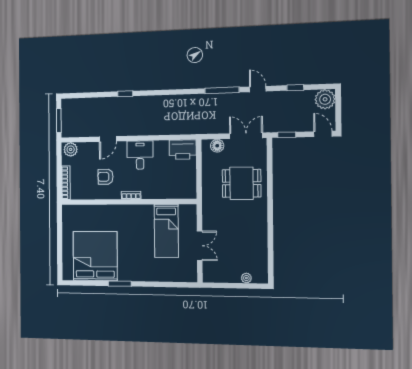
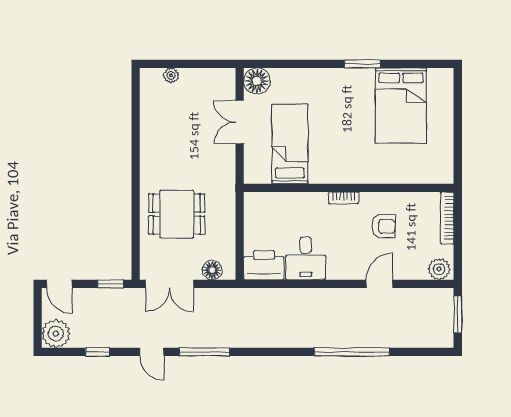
window: (125, 94) -> (352, 352), width x3.17
desk: (140, 155) -> (306, 258), moved
bed: (95, 256) -> (401, 105), width x0.73
floor lamp: (188, 273) -> (257, 81), added

